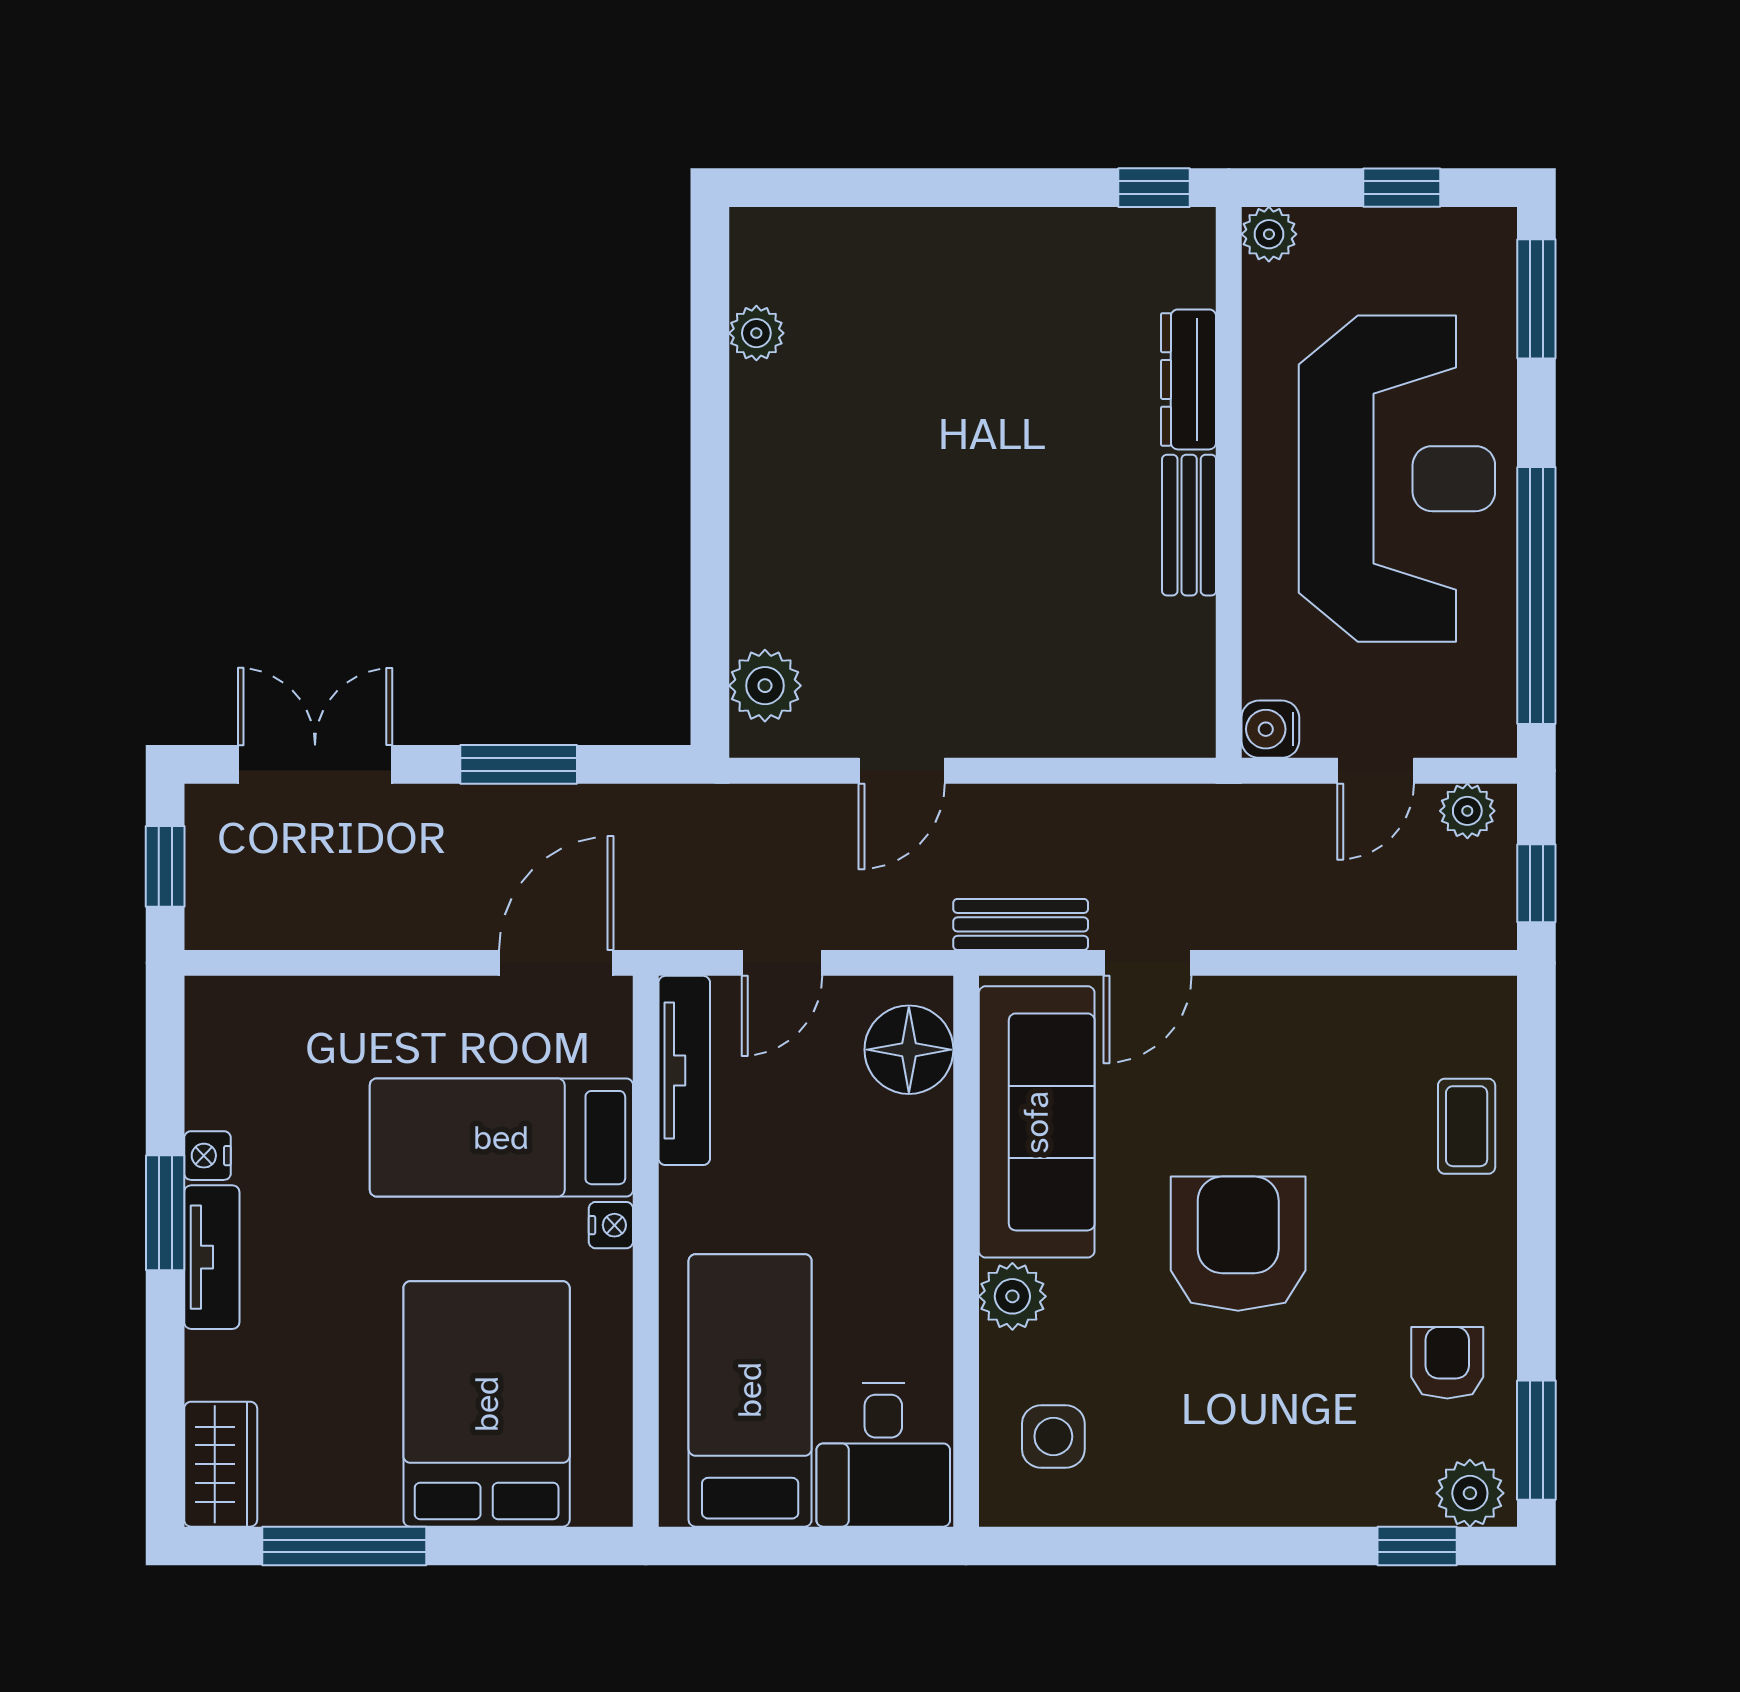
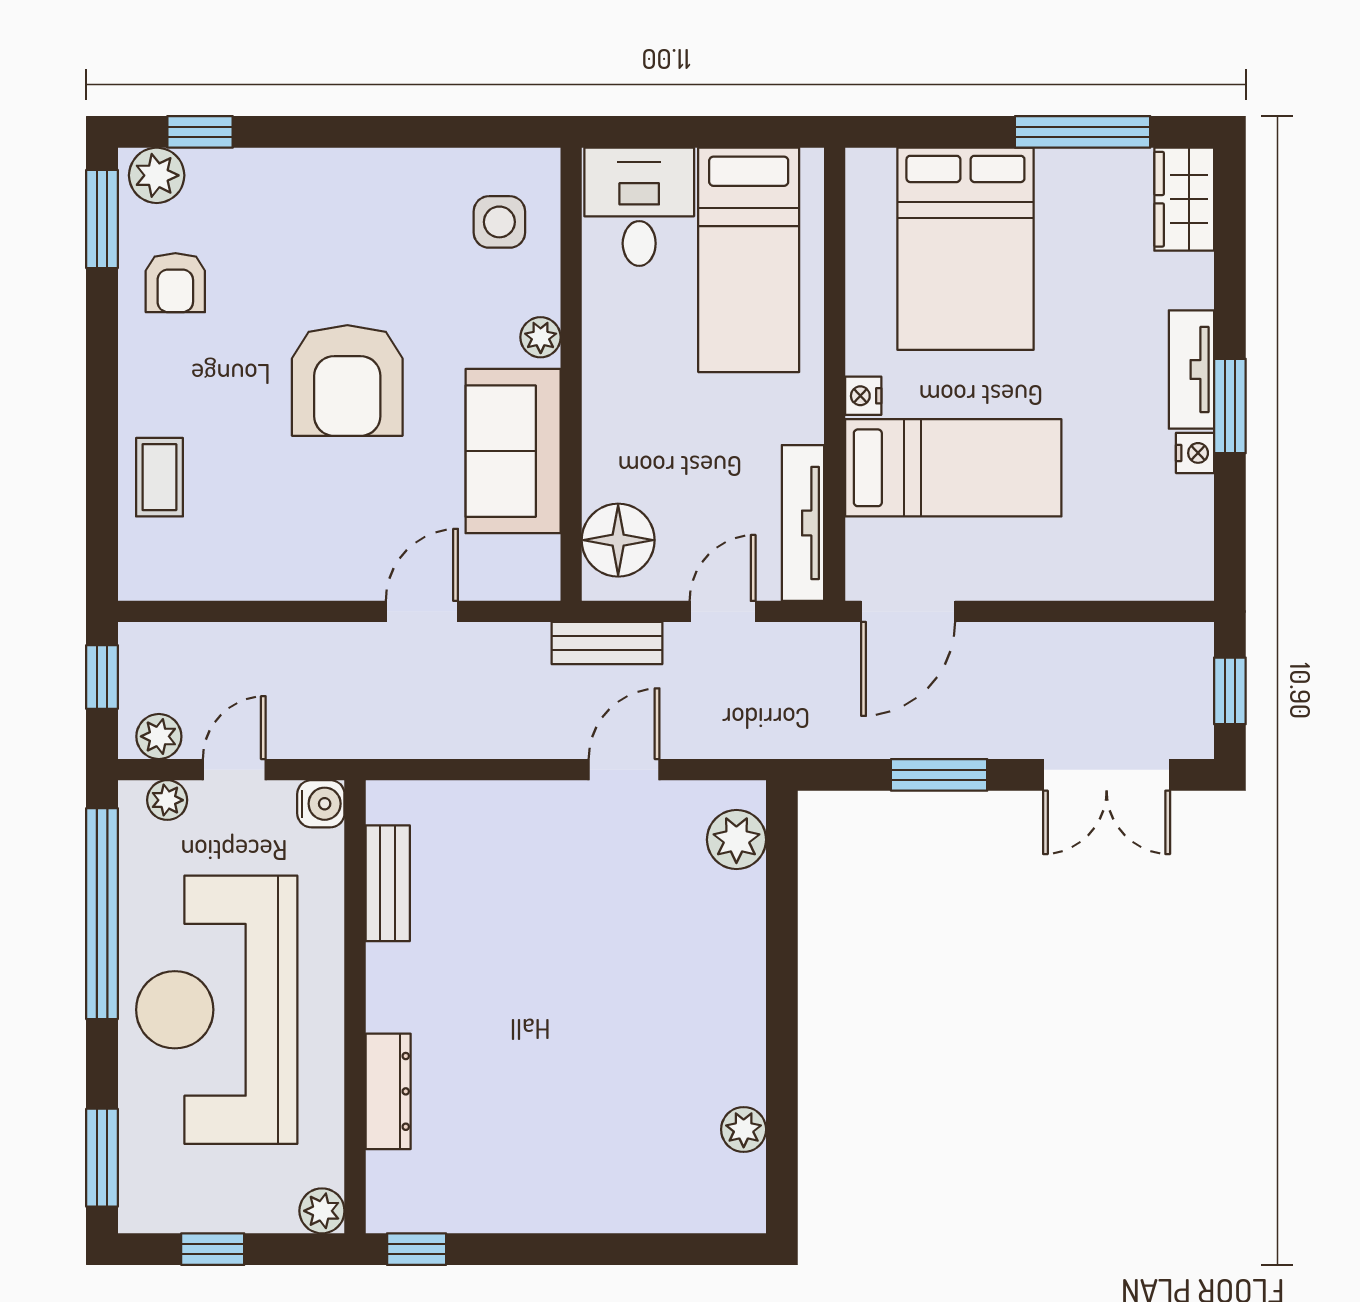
bench: (1189, 525) -> (388, 883), moved
plant: (1457, 734) -> (167, 800), added
bench: (1021, 924) -> (607, 643), moved
sofa: (1037, 1122) -> (513, 451), width x0.73
plant: (1012, 1296) -> (541, 337), width x0.73, depth x0.73

